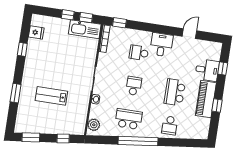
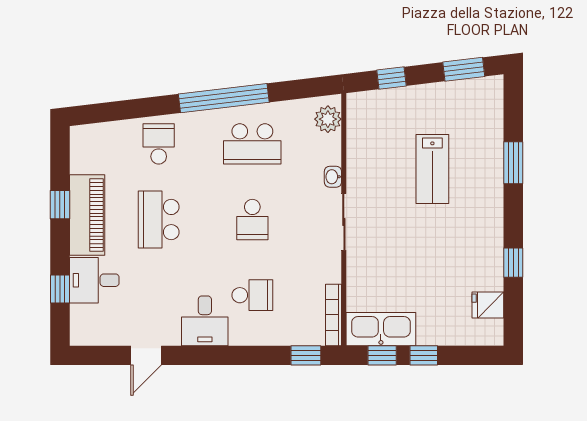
school desk: (175, 92) -> (159, 220), turned 180
lab bench: (51, 96) -> (432, 169), turned 90

